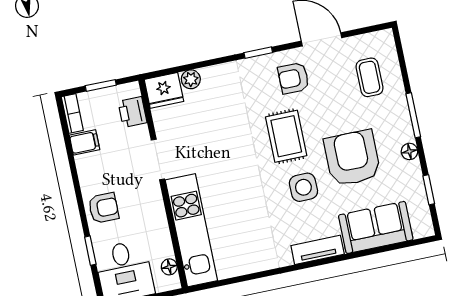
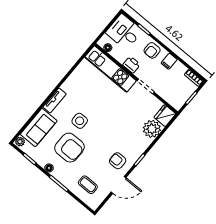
armchair: (293, 78) -> (118, 161), turned -90
plant: (191, 79) -> (152, 129), width x1.88, depth x1.88
printer: (132, 112) -> (132, 65), moved
rug: (286, 136) -> (102, 136), removed
filing cabinet: (85, 142) -> (169, 61), moved
plant: (422, 228) -> (20, 142), added

